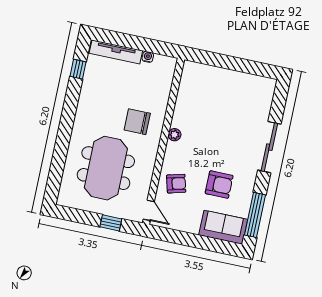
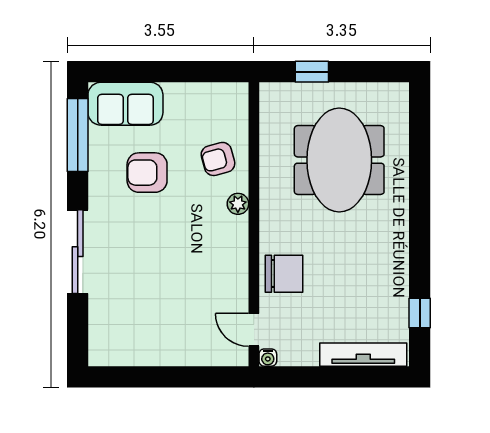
water cooler: (148, 57) -> (268, 358), moved
chair: (137, 122) -> (284, 274), moved
plant: (174, 135) -> (238, 204), moved
door: (149, 210) -> (254, 330), moved

